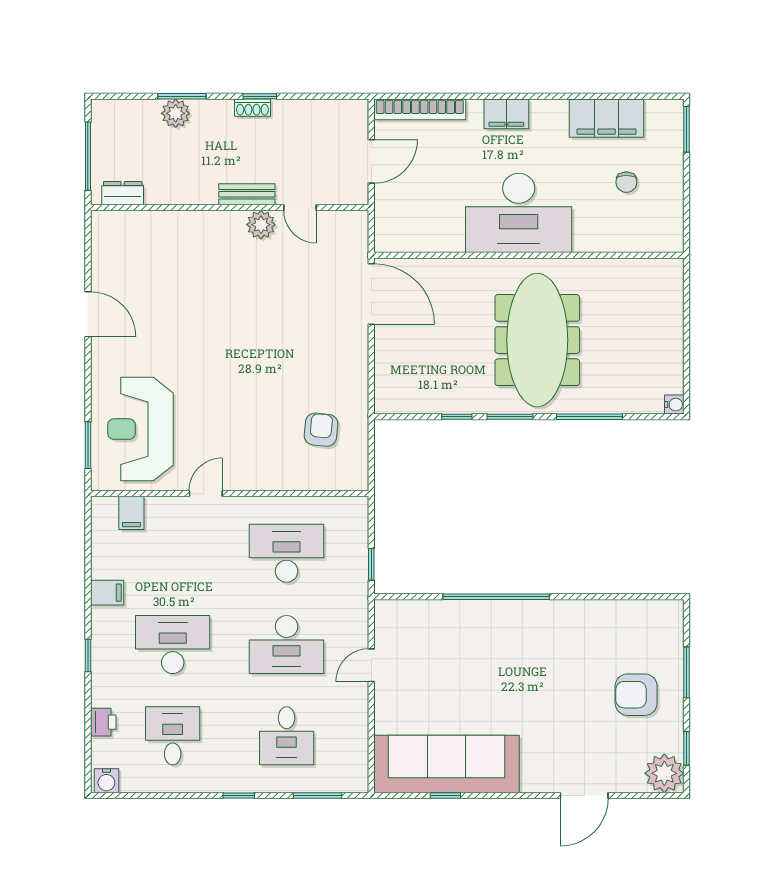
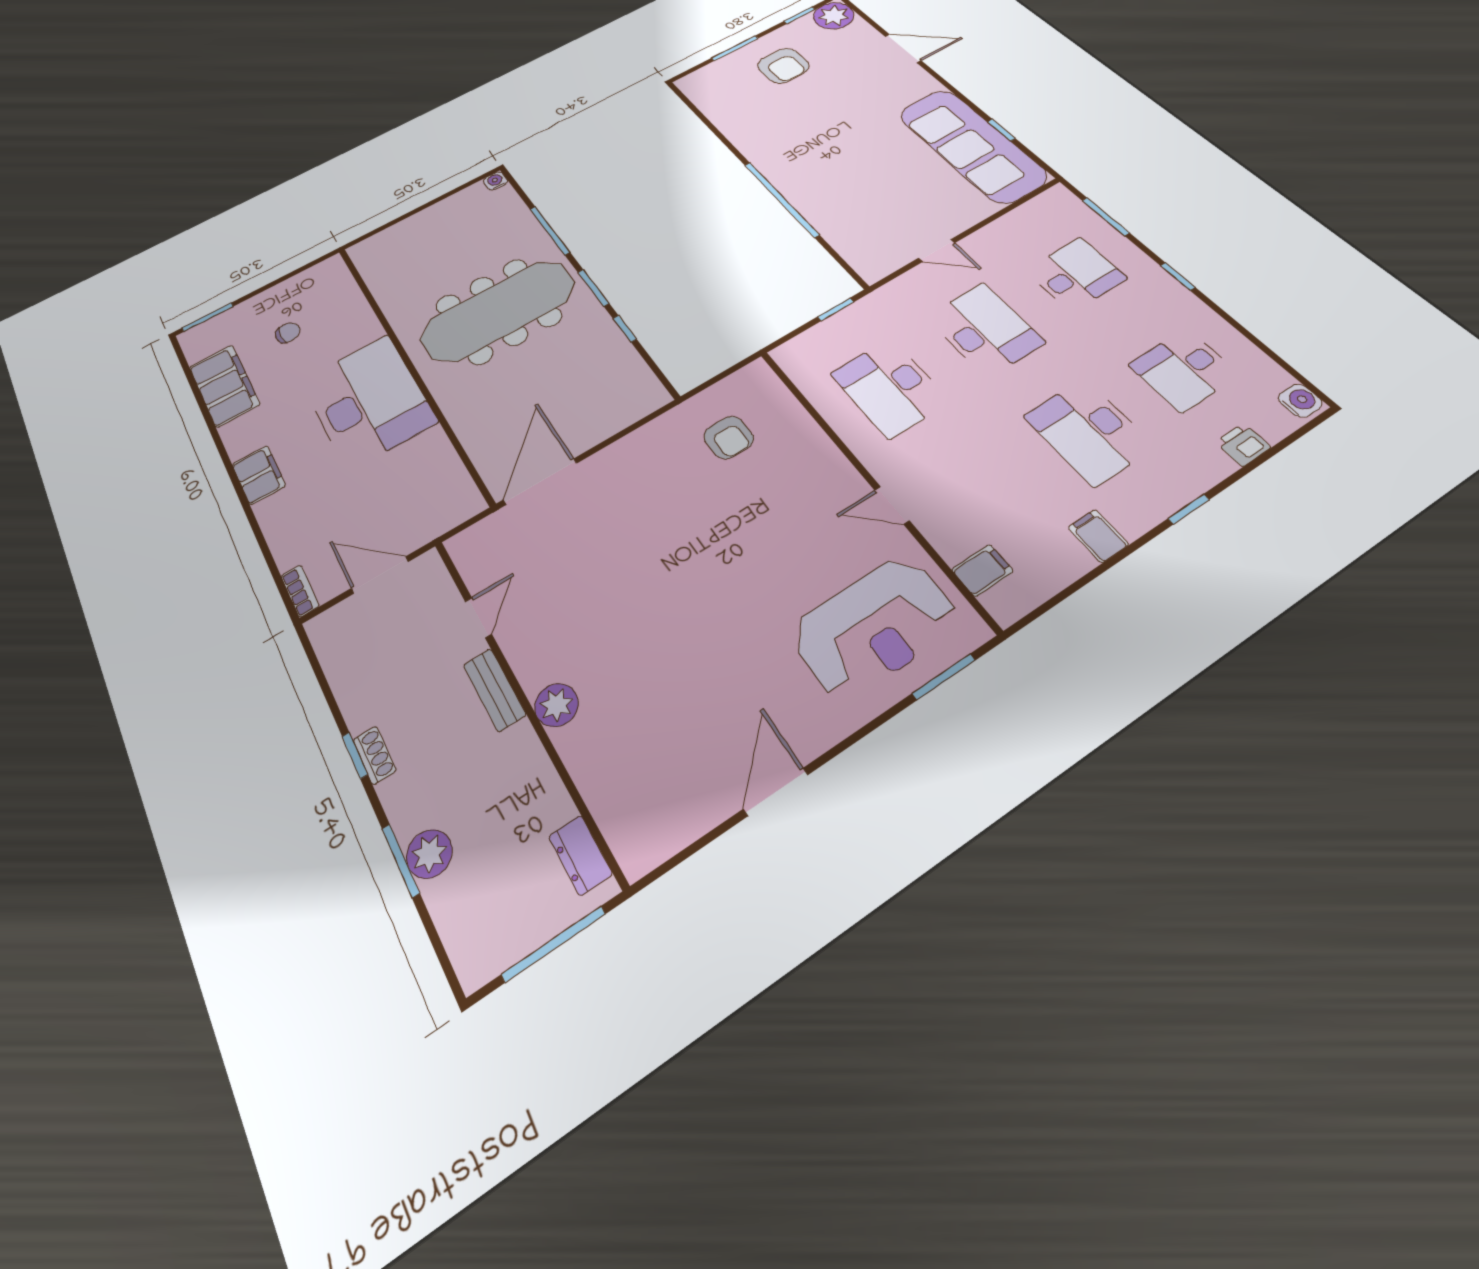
bookcase: (420, 109) -> (300, 591), width x0.43, depth x0.76
plant: (261, 225) -> (556, 705), moved
armchair: (321, 430) -> (729, 437), turned -96

